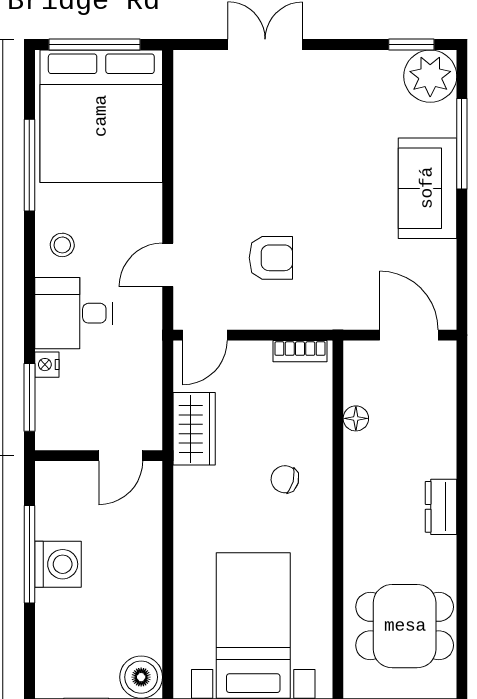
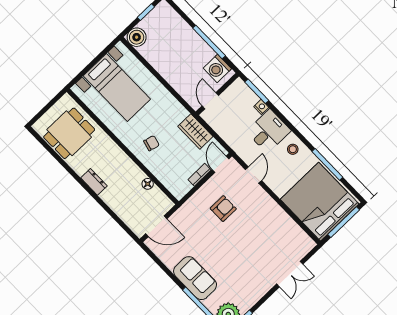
armchair: (271, 258) -> (223, 209), turned 180
bookcase: (300, 351) -> (199, 175), moved
washing machine: (58, 564) -> (217, 68), moved

